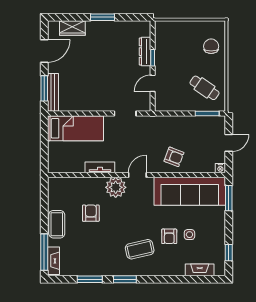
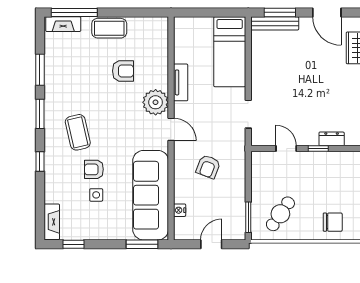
dresser: (145, 52) -> (332, 139), width x0.70
door: (229, 143) -> (211, 244), swing flipped
armchair: (174, 157) -> (208, 167), moved
nightstand: (220, 168) -> (180, 210), moved
fireplace: (200, 270) -> (52, 222), moved
window: (163, 279) -> (40, 162), added

